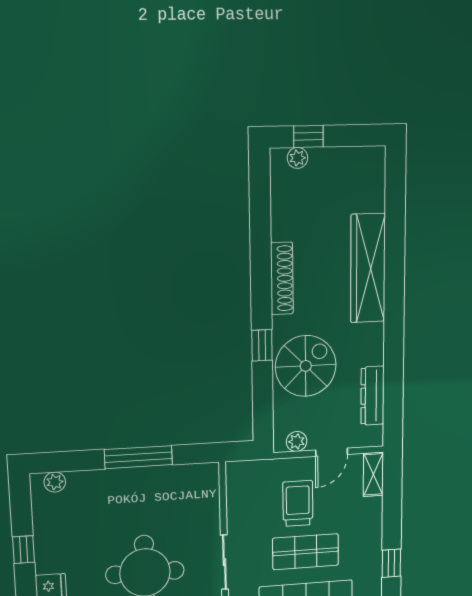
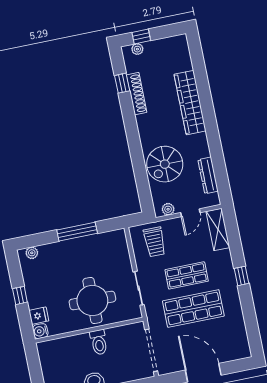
shoe rack: (282, 278) -> (137, 94), moved
window: (262, 345) -> (122, 83), moved
spiral stairs: (306, 366) -> (165, 164), turned 180
shelving: (373, 474) -> (218, 229), width x1.50, depth x1.33
trolley: (298, 503) -> (155, 242), moved, turned 180

